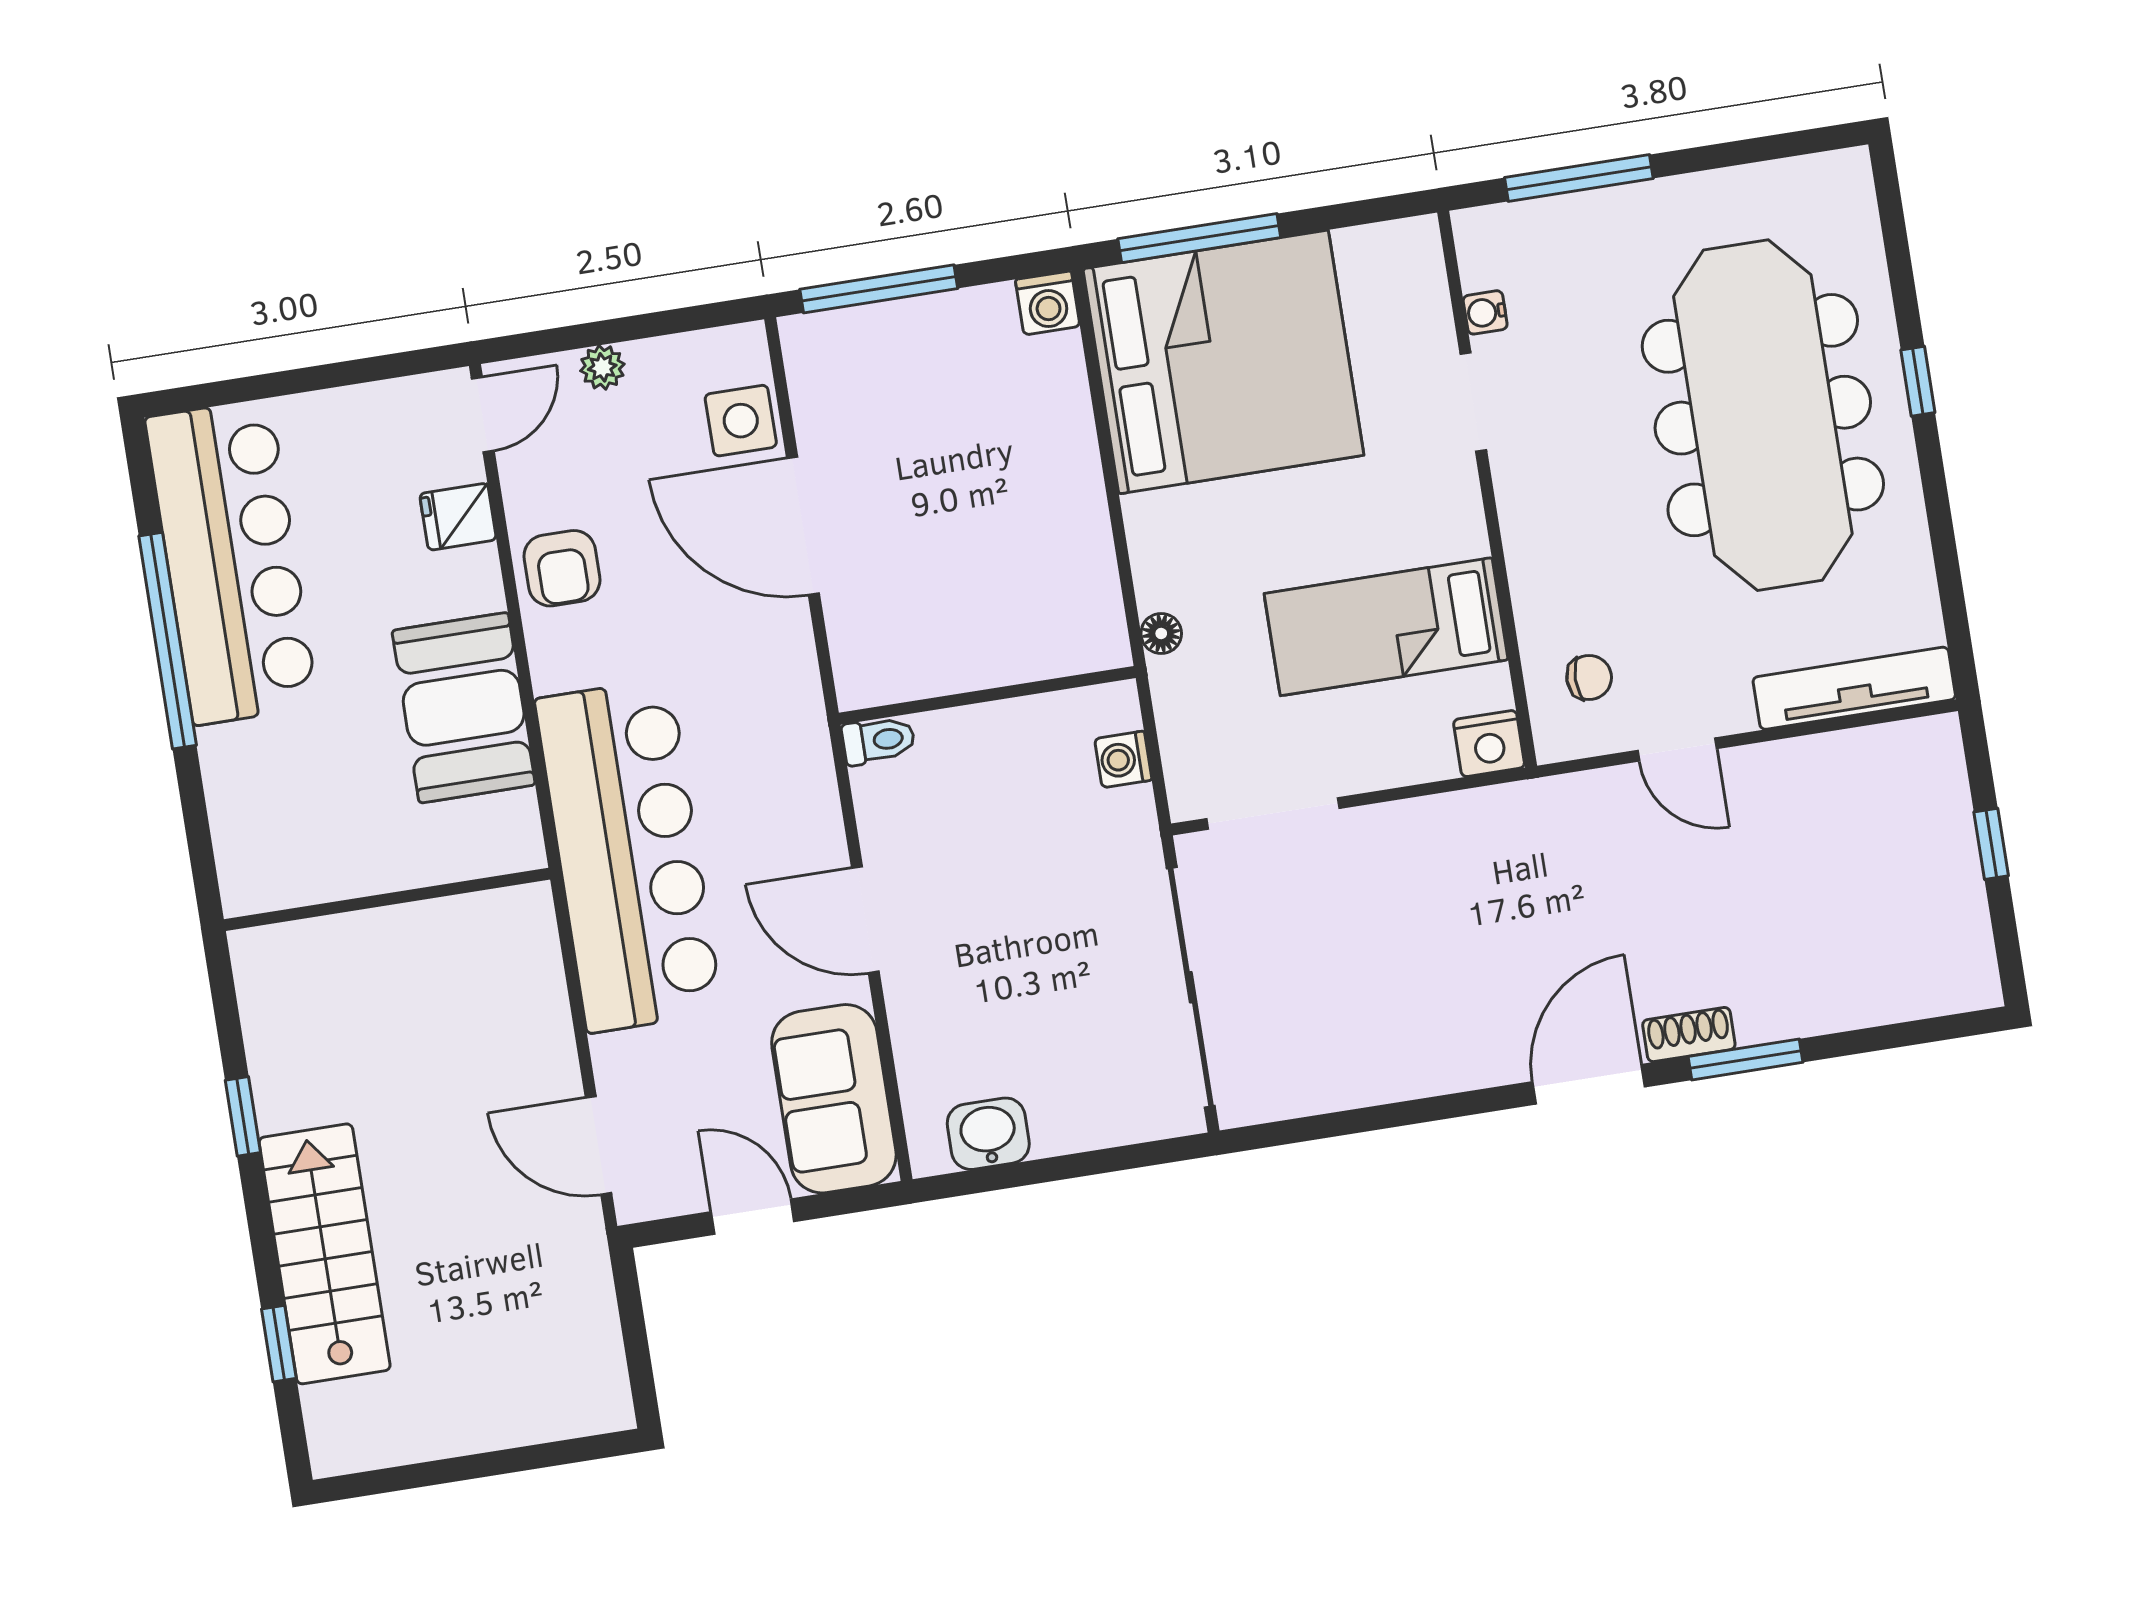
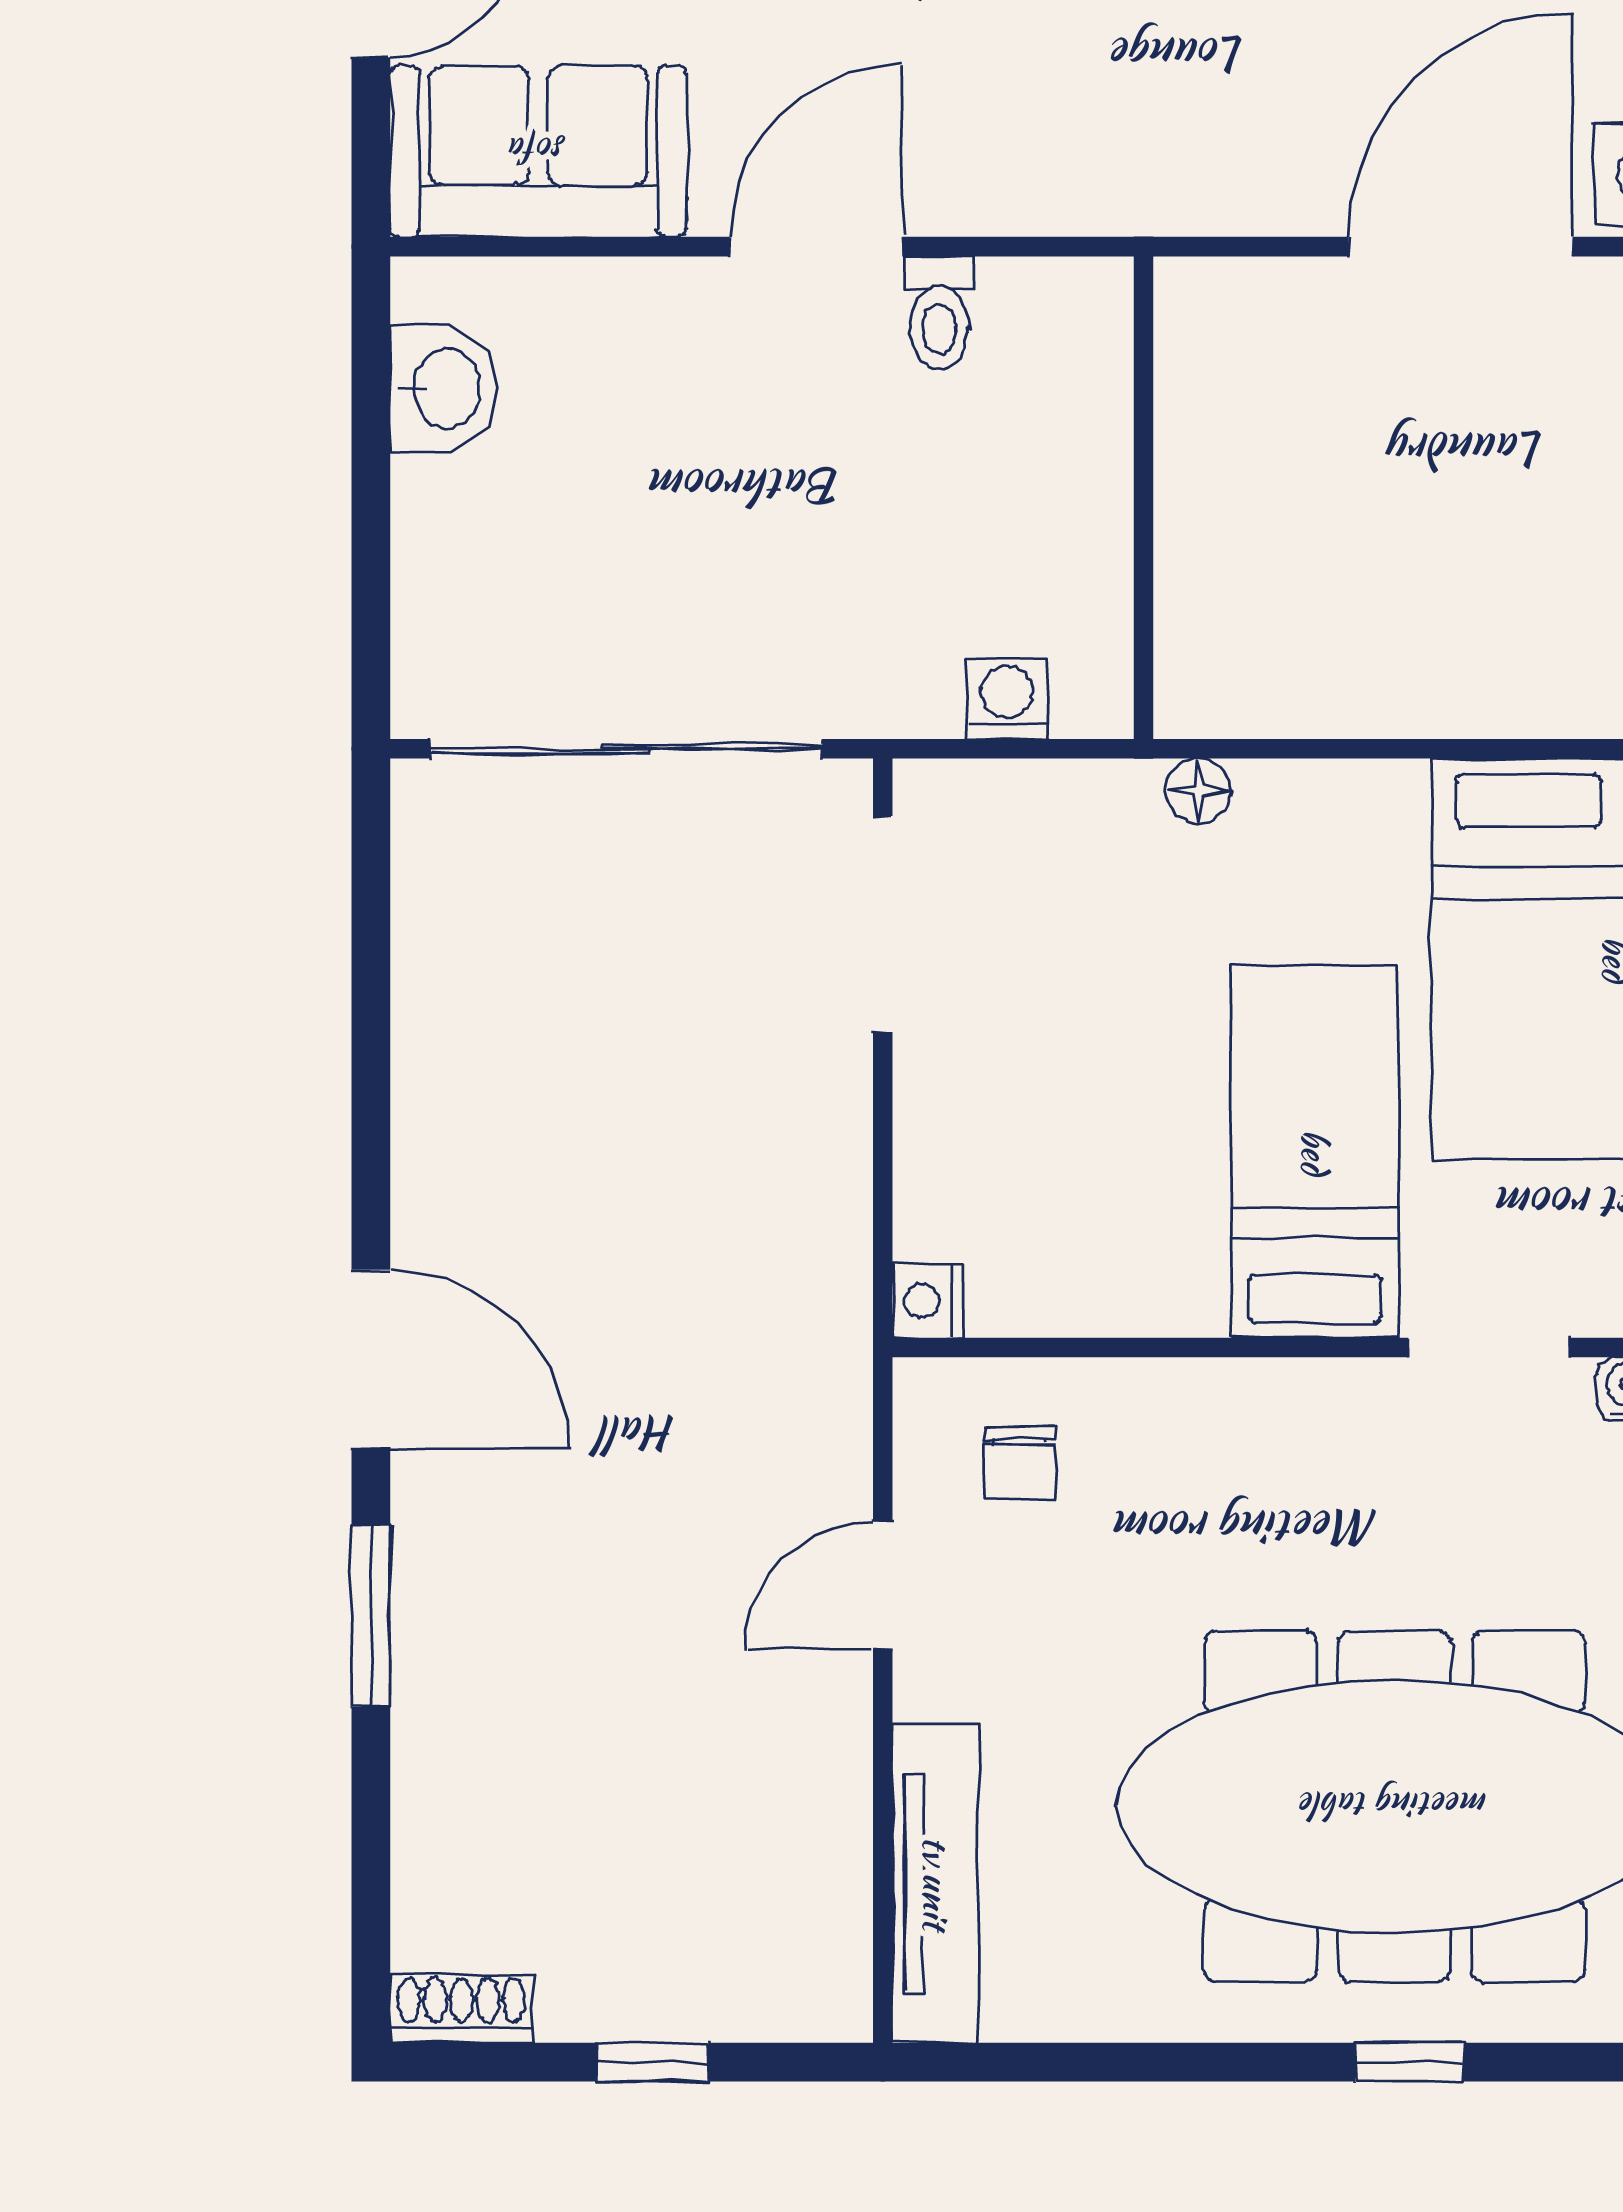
bed: (1386, 627) -> (1315, 1152), moved
toilet: (878, 740) -> (939, 313), moved
nightstand: (1489, 744) -> (927, 1301), width x0.72, depth x0.74
shoe rack: (1689, 1035) -> (461, 2008), moved, turned -90

